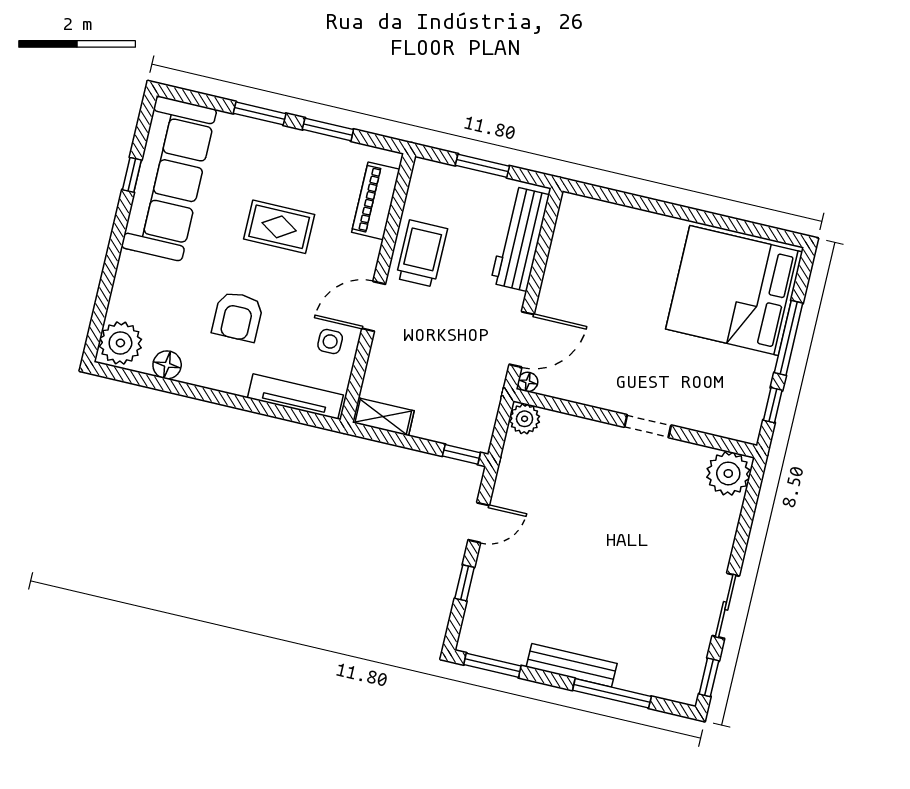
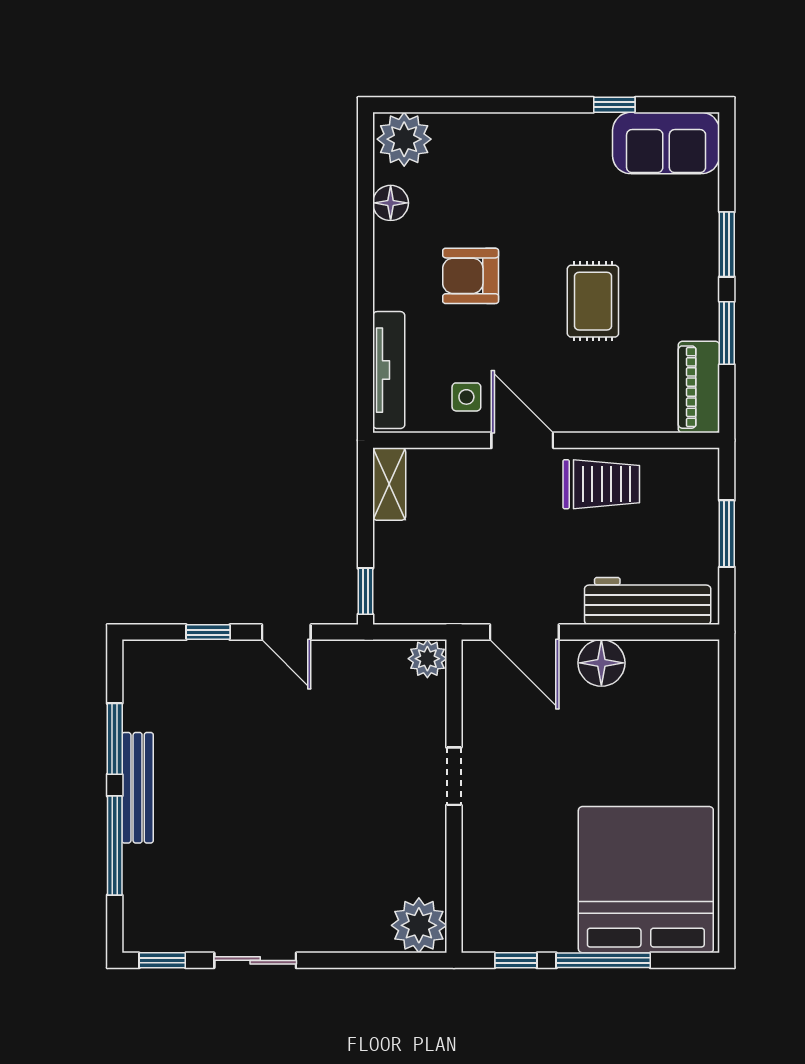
sofa: (169, 178) -> (666, 143), width x0.54, depth x0.79
piano: (376, 201) -> (699, 387), moved, turned -90
floor lamp: (528, 382) -> (601, 663), moved, width x1.89, depth x1.89
doorway: (648, 426) -> (454, 776), moved
window: (492, 665) -> (115, 739), moved

